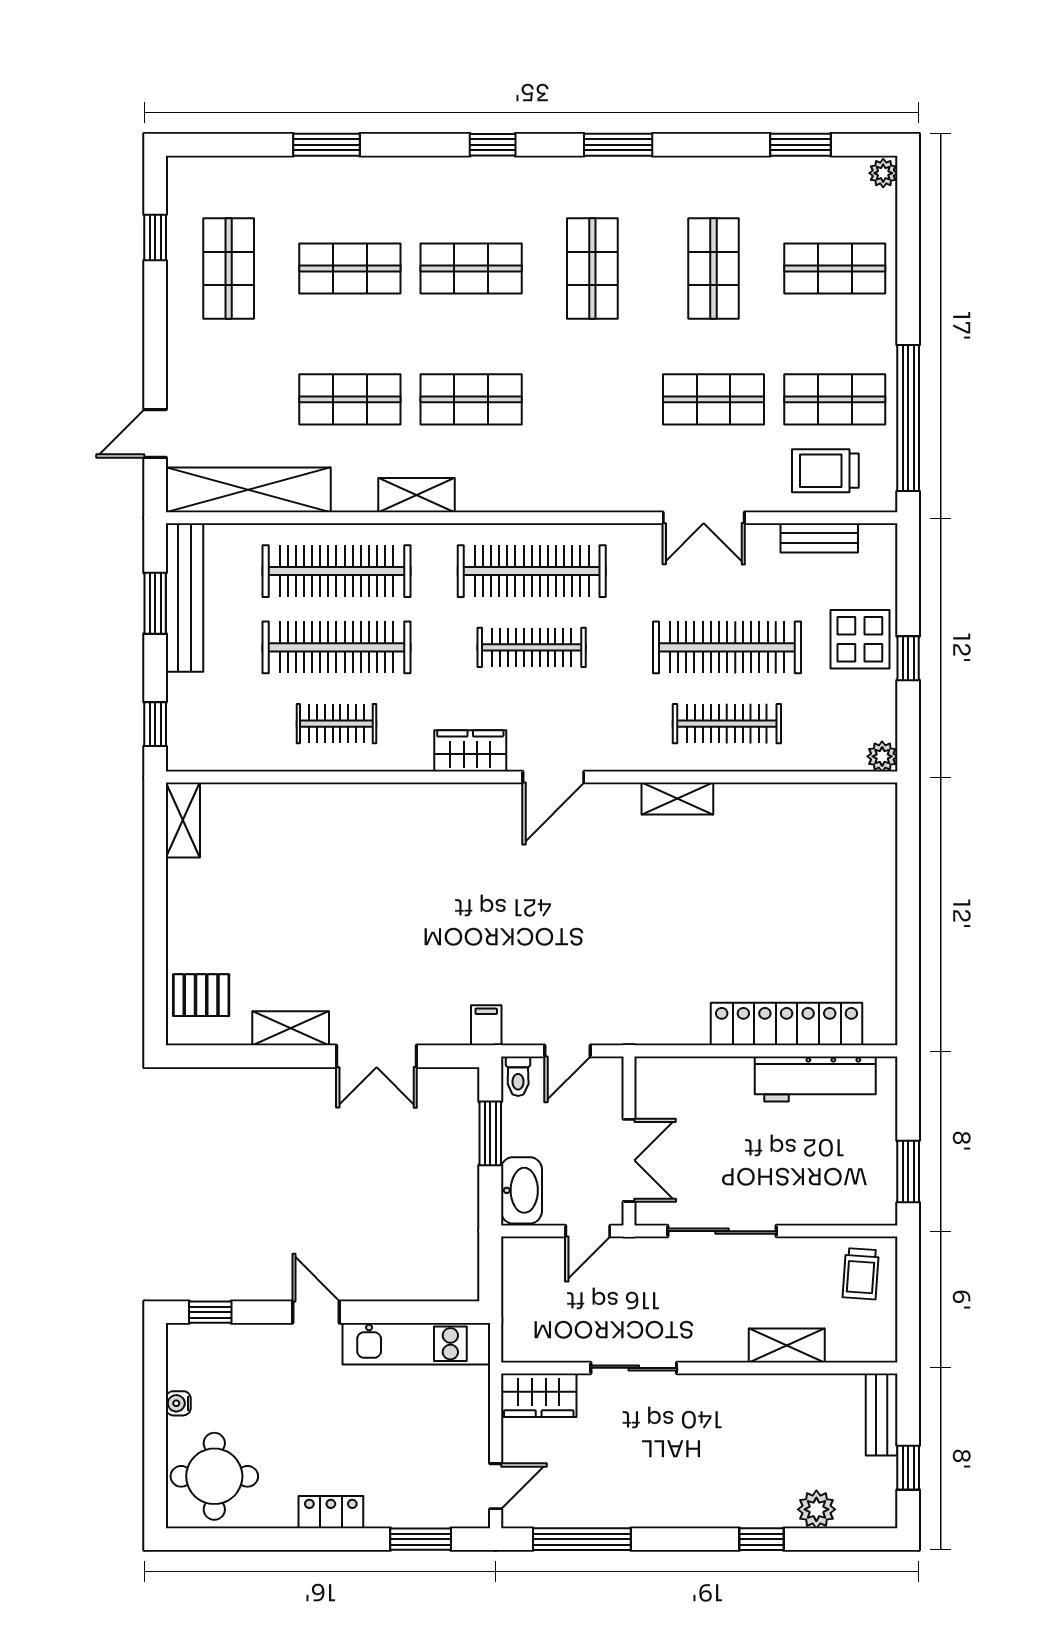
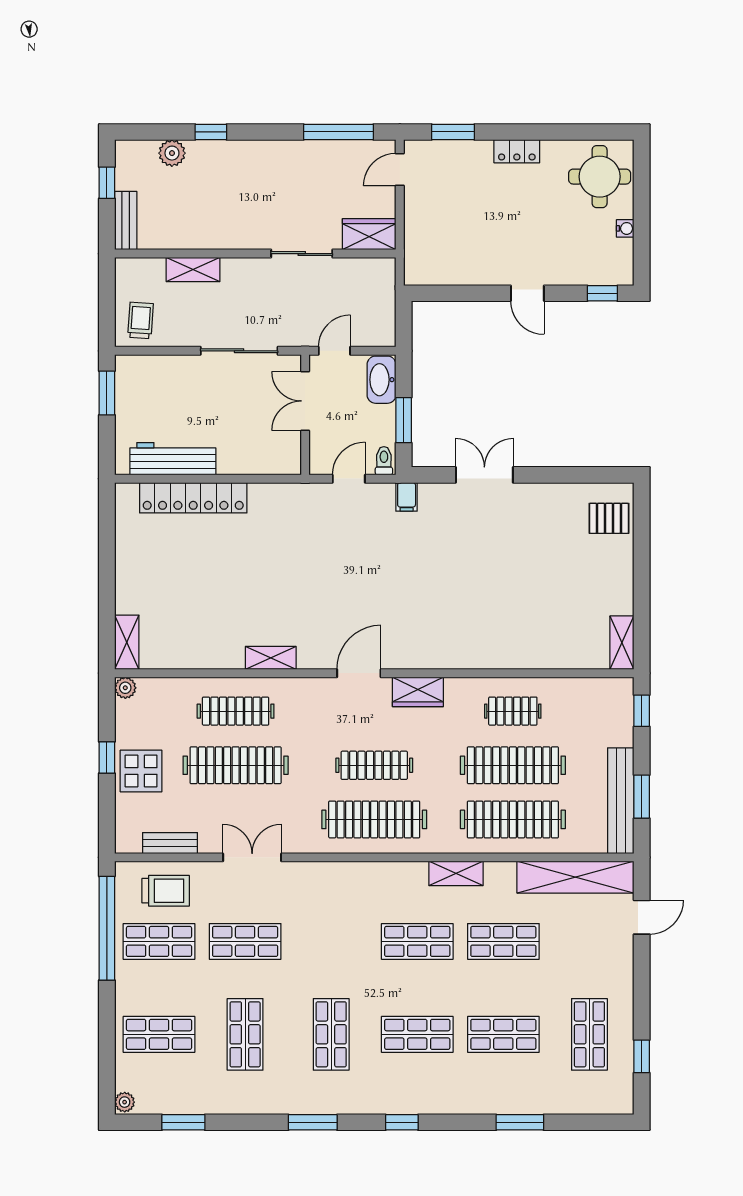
shelving: (291, 1028) -> (127, 642), moved, turned 90
kitchen unit: (416, 1344) -> (456, 271), removed

